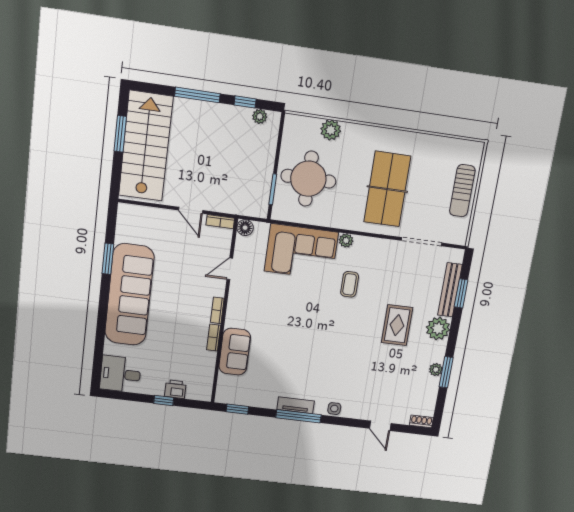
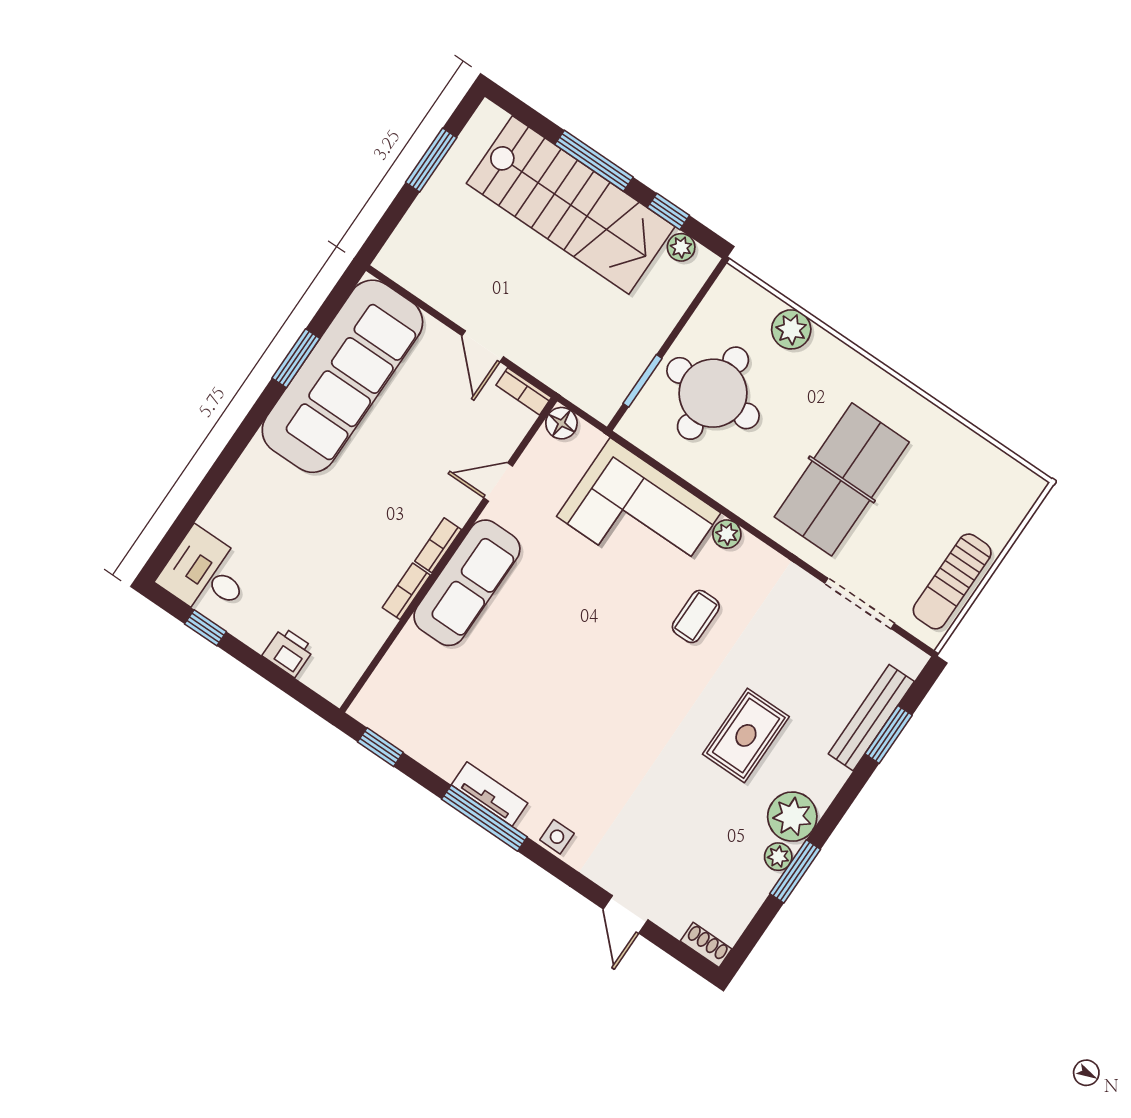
stairs: (146, 146) -> (571, 205), moved, turned 90
sun lounger: (462, 191) -> (952, 581), moved
sofa: (129, 295) -> (342, 376), moved
plant: (438, 329) -> (792, 817), moved
sofa: (235, 352) -> (467, 583), moved, width x1.36
window: (164, 400) -> (205, 628), moved

